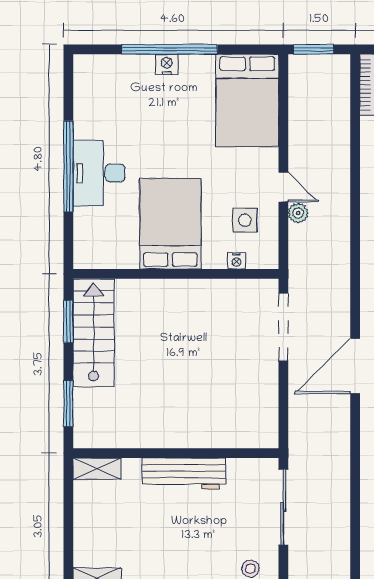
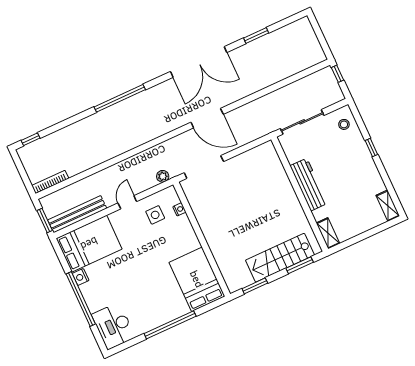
nightstand: (167, 64) -> (81, 277), moved
bench: (300, 103) -> (77, 214), added
desk: (99, 173) -> (113, 326), moved, turned 90
plant: (298, 213) -> (163, 176), moved
bed: (170, 224) -> (197, 279), moved, turned 90
stairs: (93, 333) -> (280, 258), moved

